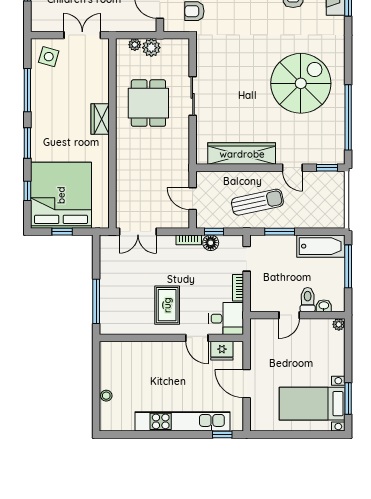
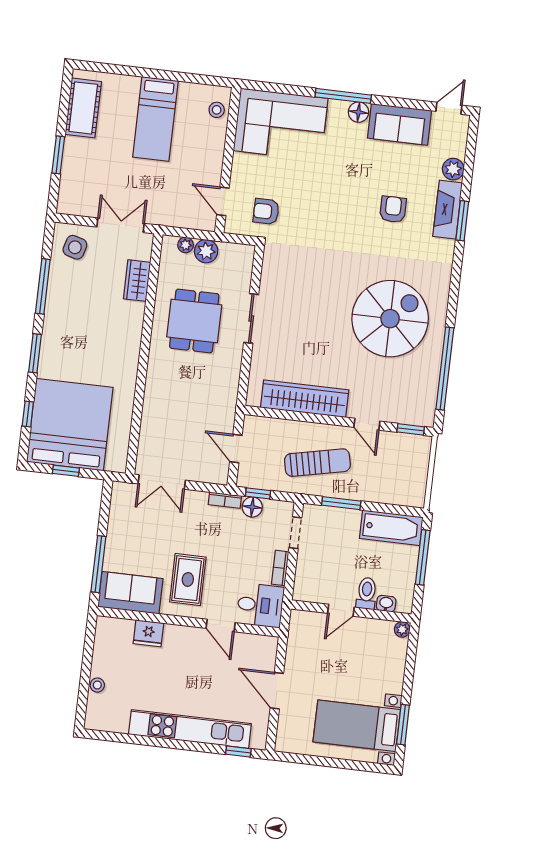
wardrobe: (100, 119) -> (137, 281), moved
sofa: (124, 321) -> (130, 593), added
fridge: (222, 351) -> (148, 633), moved

